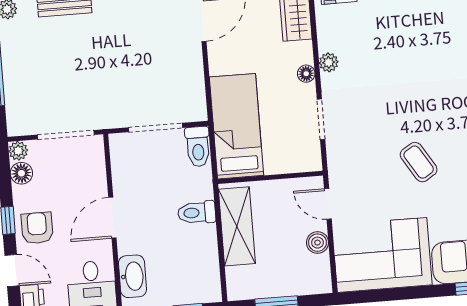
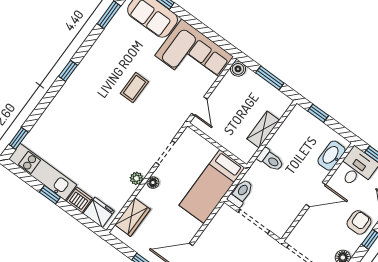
coffee table: (419, 162) -> (134, 88), turned 32
shelving: (237, 226) -> (263, 130), width x0.67, depth x0.75
armchair: (37, 228) -> (359, 222), turned 180
boiler: (317, 243) -> (238, 69), moved

